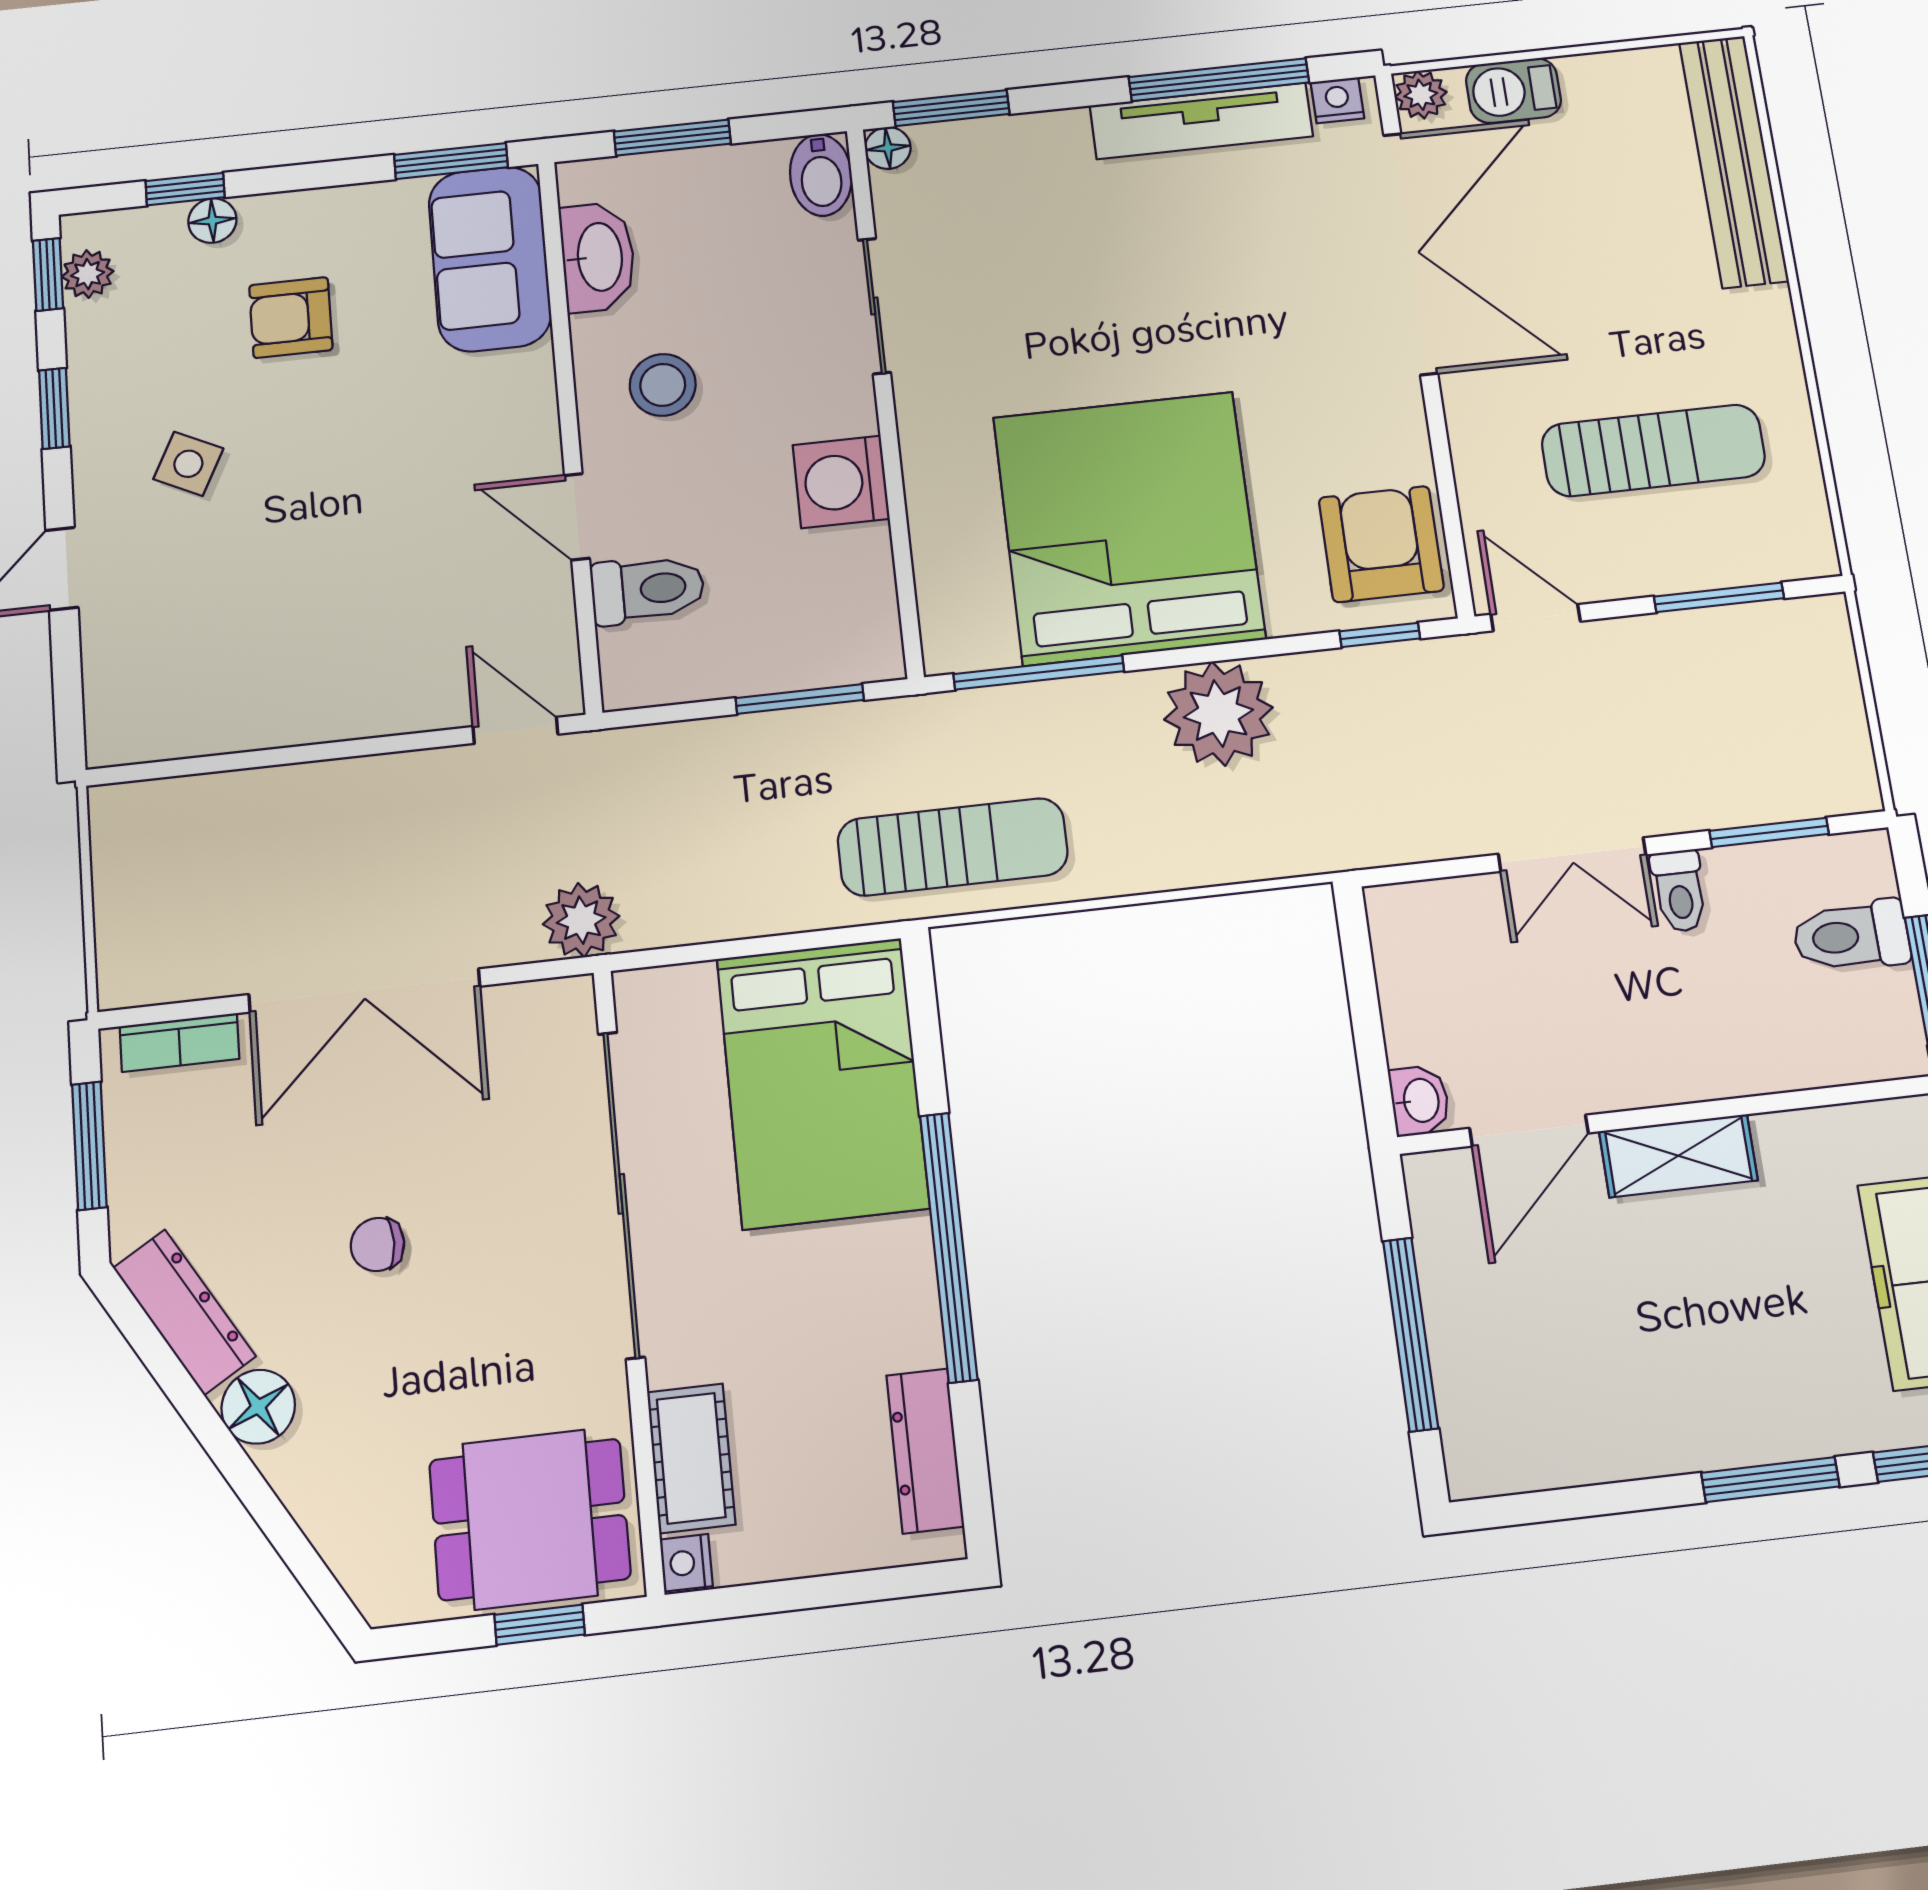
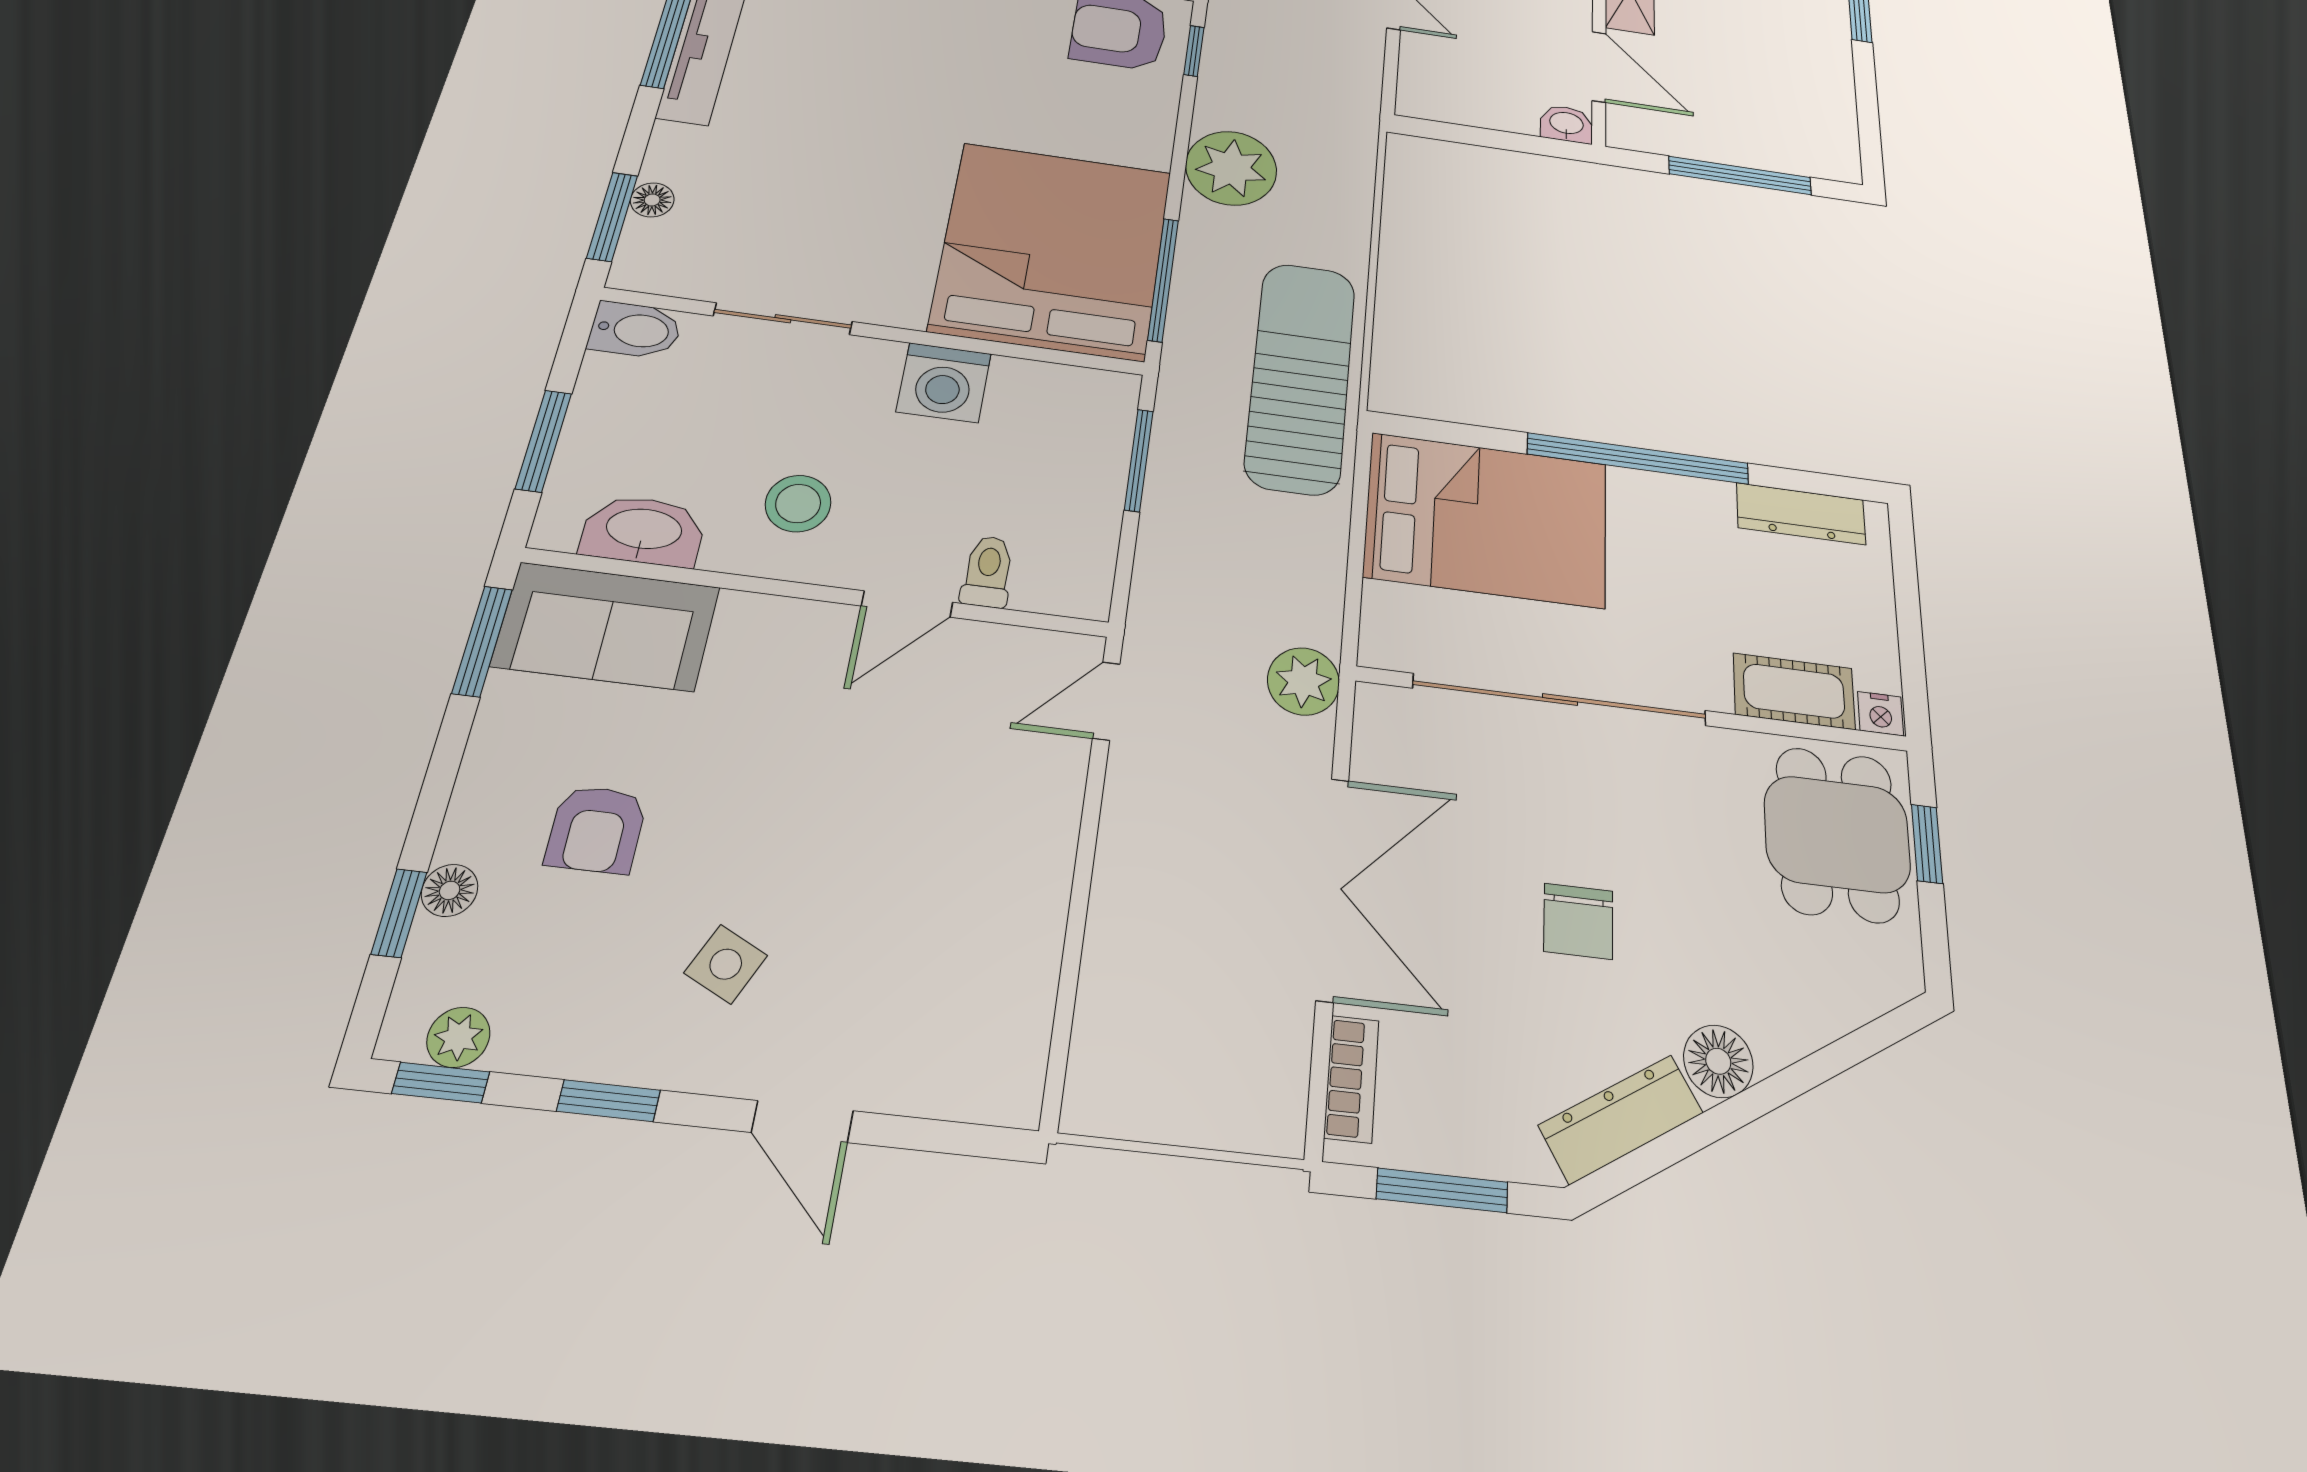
floor lamp: (888, 148) -> (652, 200), moved
bed: (1129, 528) -> (1052, 250), moved, turned 90
toilet: (648, 589) -> (988, 571), width x0.73, depth x0.72
sun lounger: (953, 847) -> (1301, 377), width x1.36, depth x1.34
chair: (377, 1244) -> (1578, 921), width x1.37, depth x1.37

